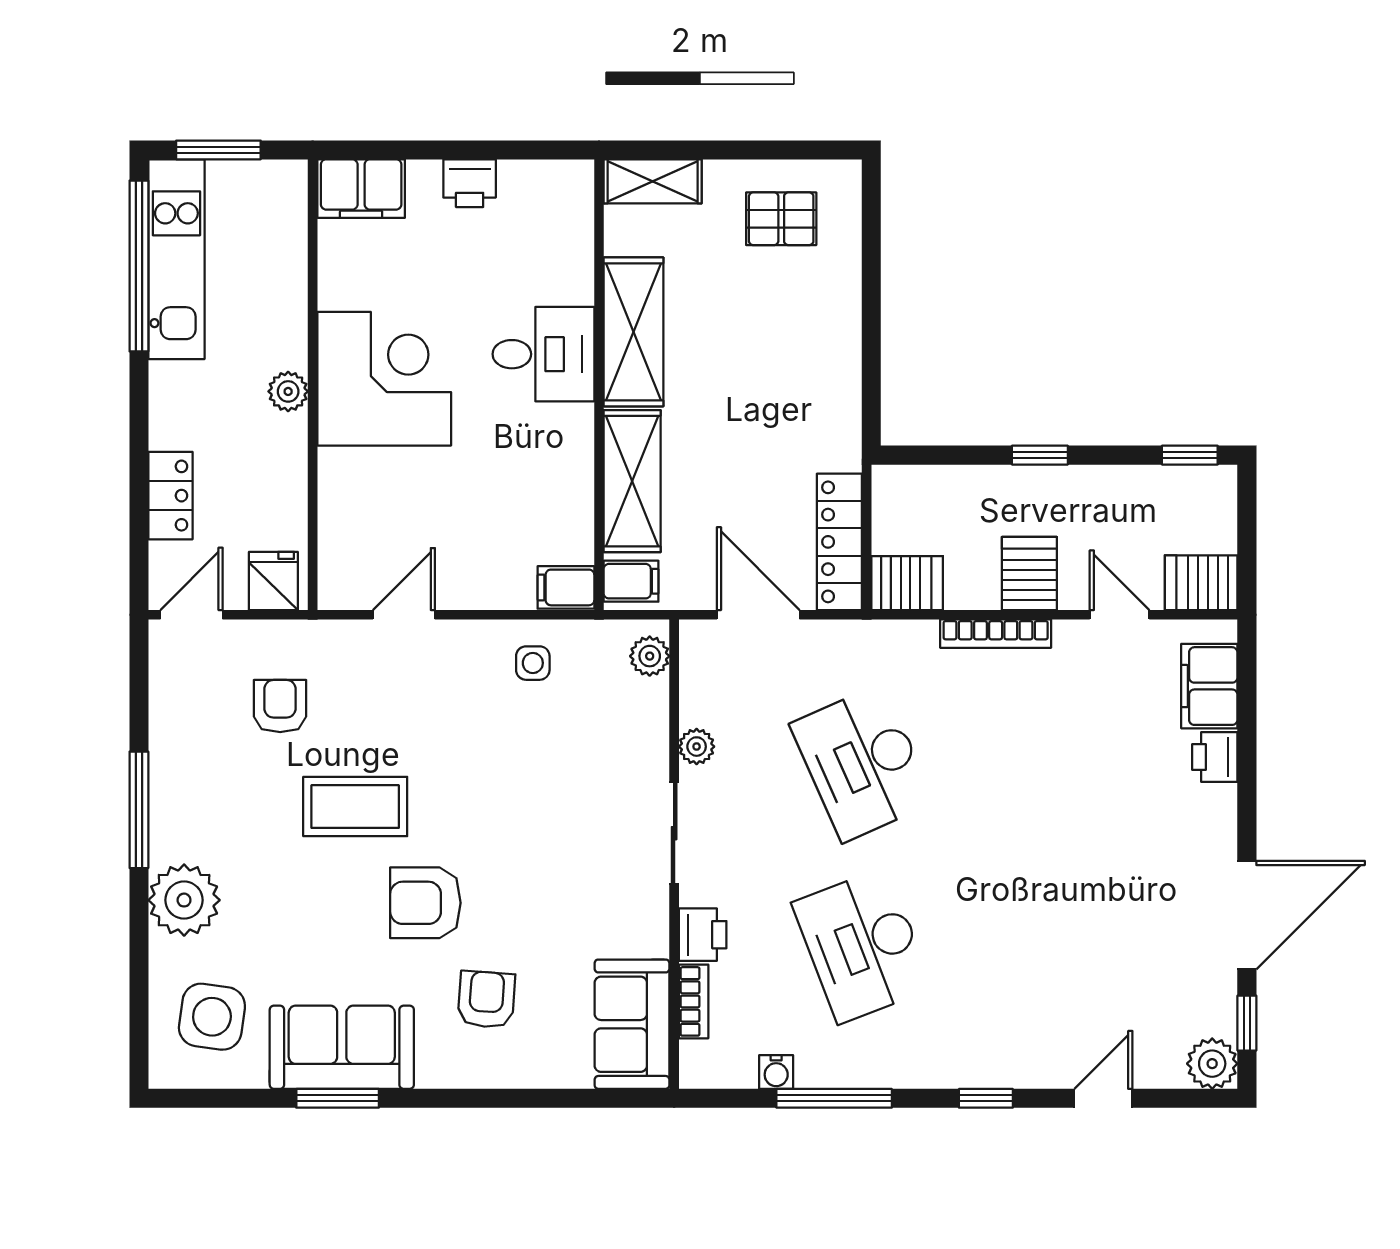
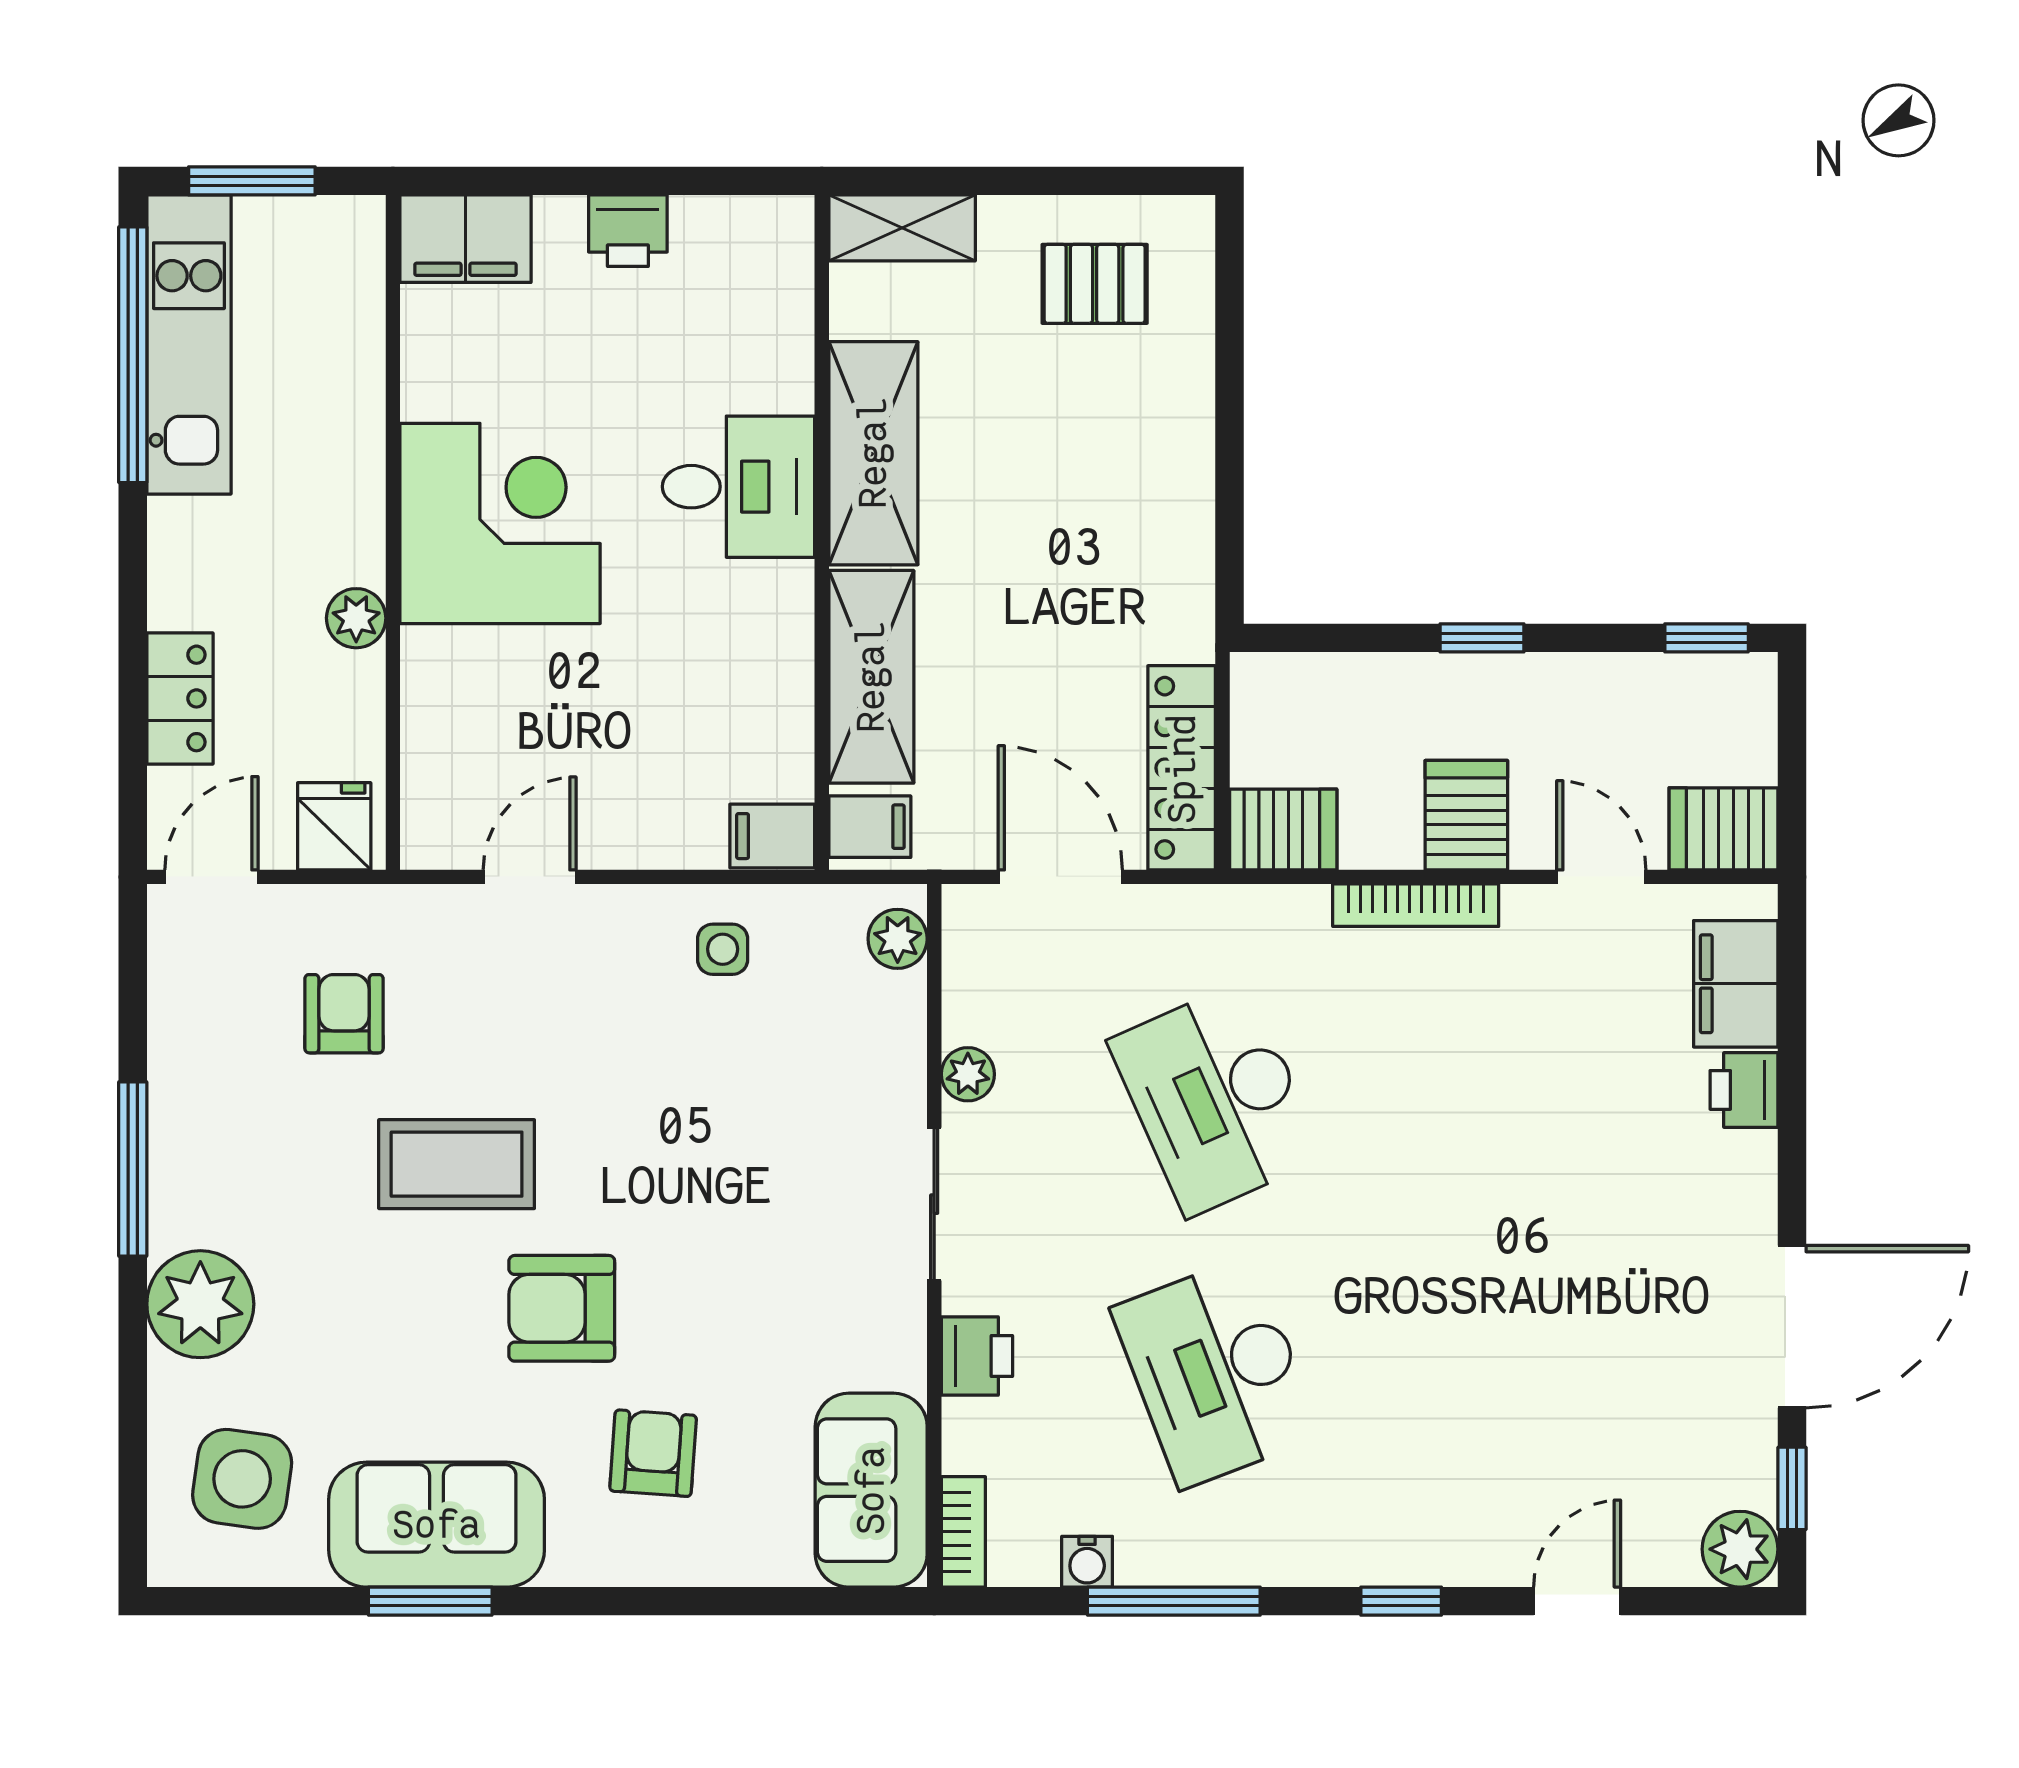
plant: (288, 391) -> (356, 618), moved
bookcase: (694, 1001) -> (963, 1532), moved

